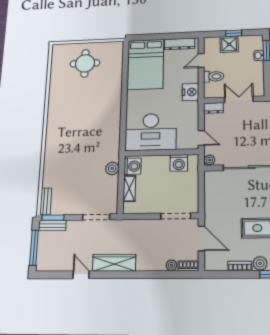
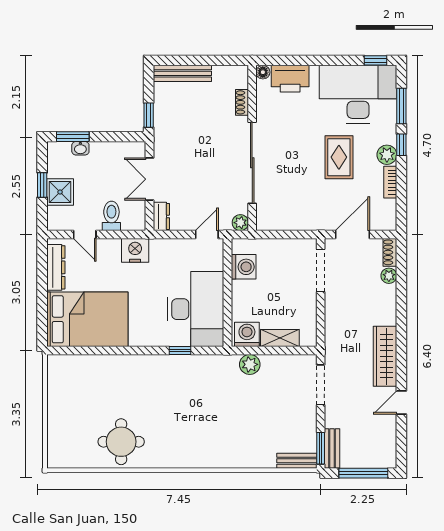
round table: (85, 63) -> (121, 442), moved
window: (123, 123) -> (180, 350), added

